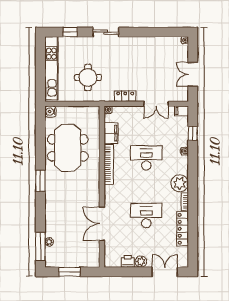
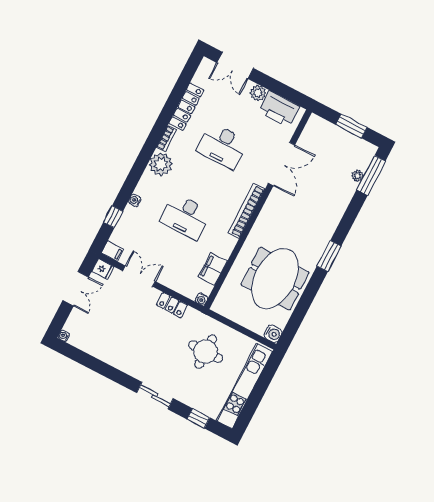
fridge: (182, 96) -> (103, 269), added
bookcase: (109, 164) -> (246, 211), moved
printer: (128, 261) -> (279, 109), width x1.87, depth x1.48

